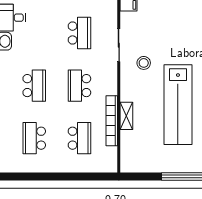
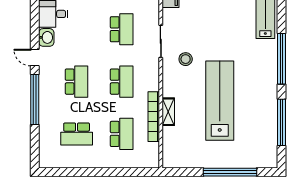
school desk: (79, 86) -> (122, 82), turned 180
lab bench: (178, 105) -> (220, 101), turned 180
school desk: (34, 138) -> (77, 134), turned -90

